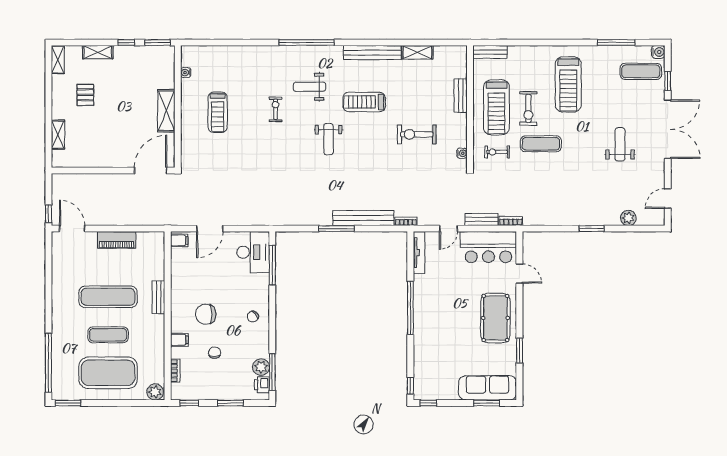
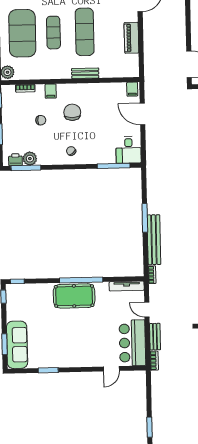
desk: (253, 252) -> (129, 150), width x0.73
pool table: (495, 318) -> (74, 296), moved

